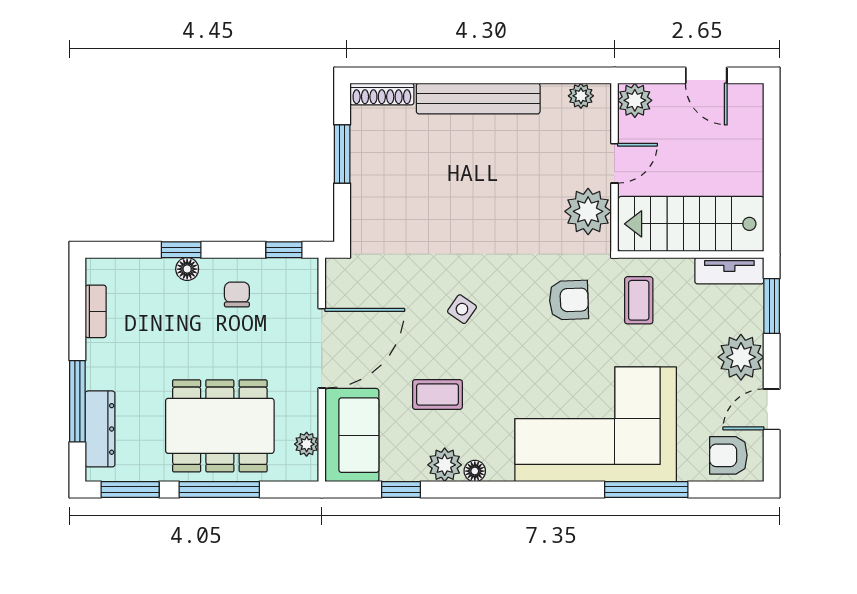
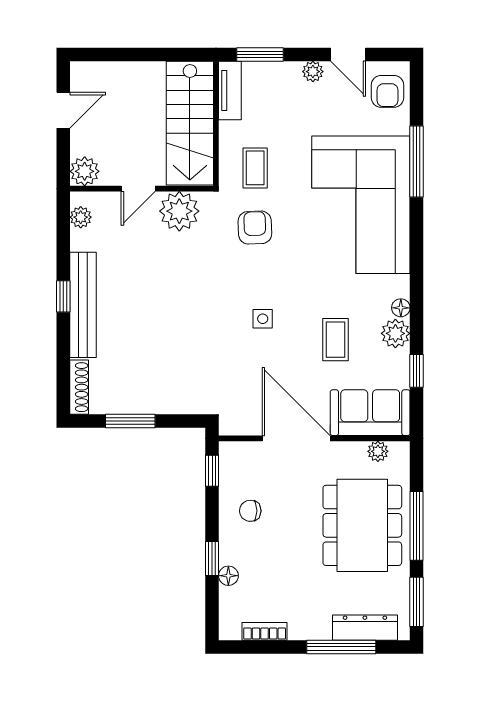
window: (488, 75) -> (63, 296), added
door: (614, 163) -> (138, 189), swing flipped
floor lamp: (187, 269) -> (228, 576), moved
coffee table: (639, 300) -> (255, 168), turned 90
side table: (462, 309) -> (263, 319), turned -35
plant: (741, 357) -> (313, 72), width x0.53, depth x0.53

